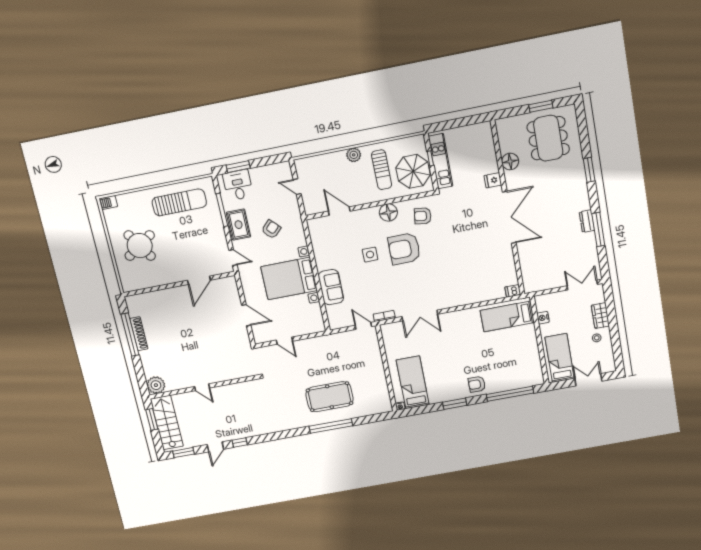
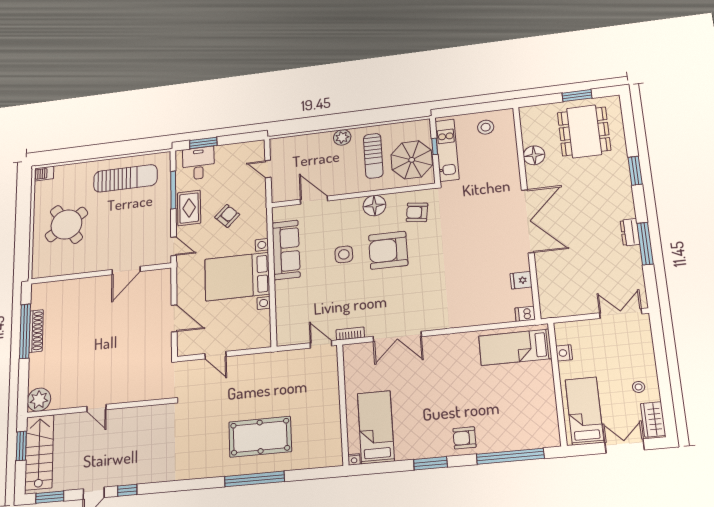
stool: (470, 139) -> (486, 127), added
fridge: (493, 180) -> (521, 280), moved
sofa: (331, 287) -> (286, 250), moved, width x1.36
wardrobe: (600, 316) -> (653, 419), moved

